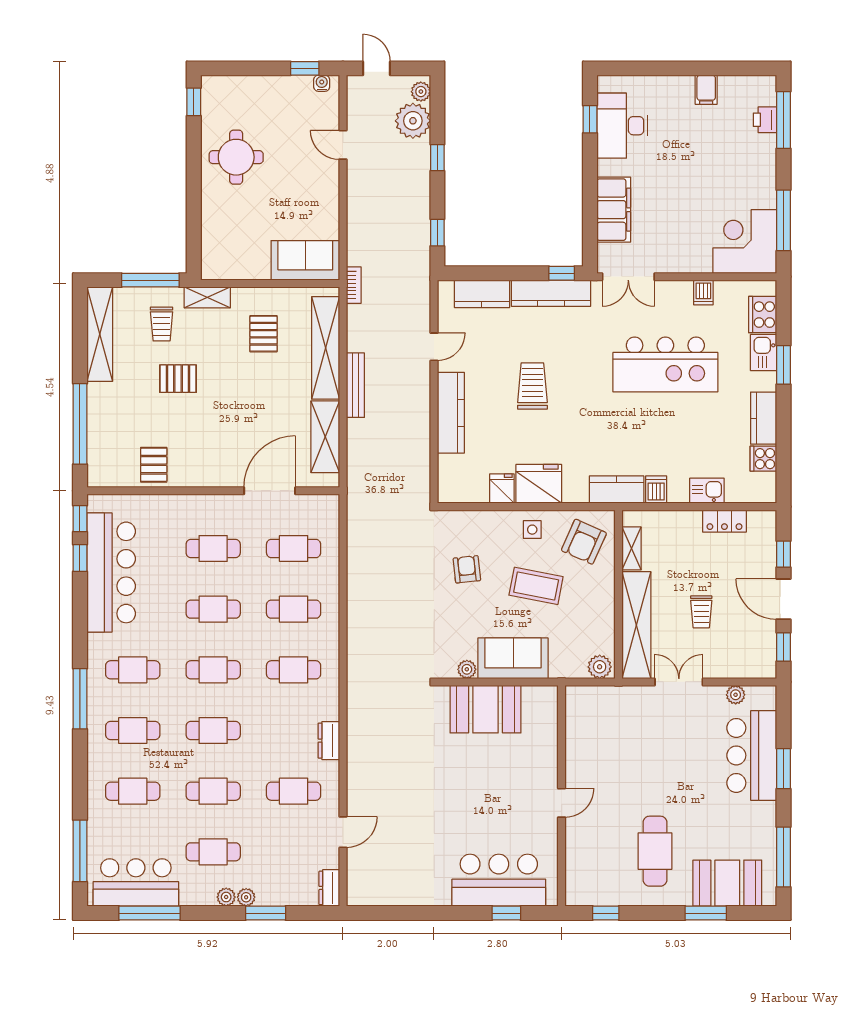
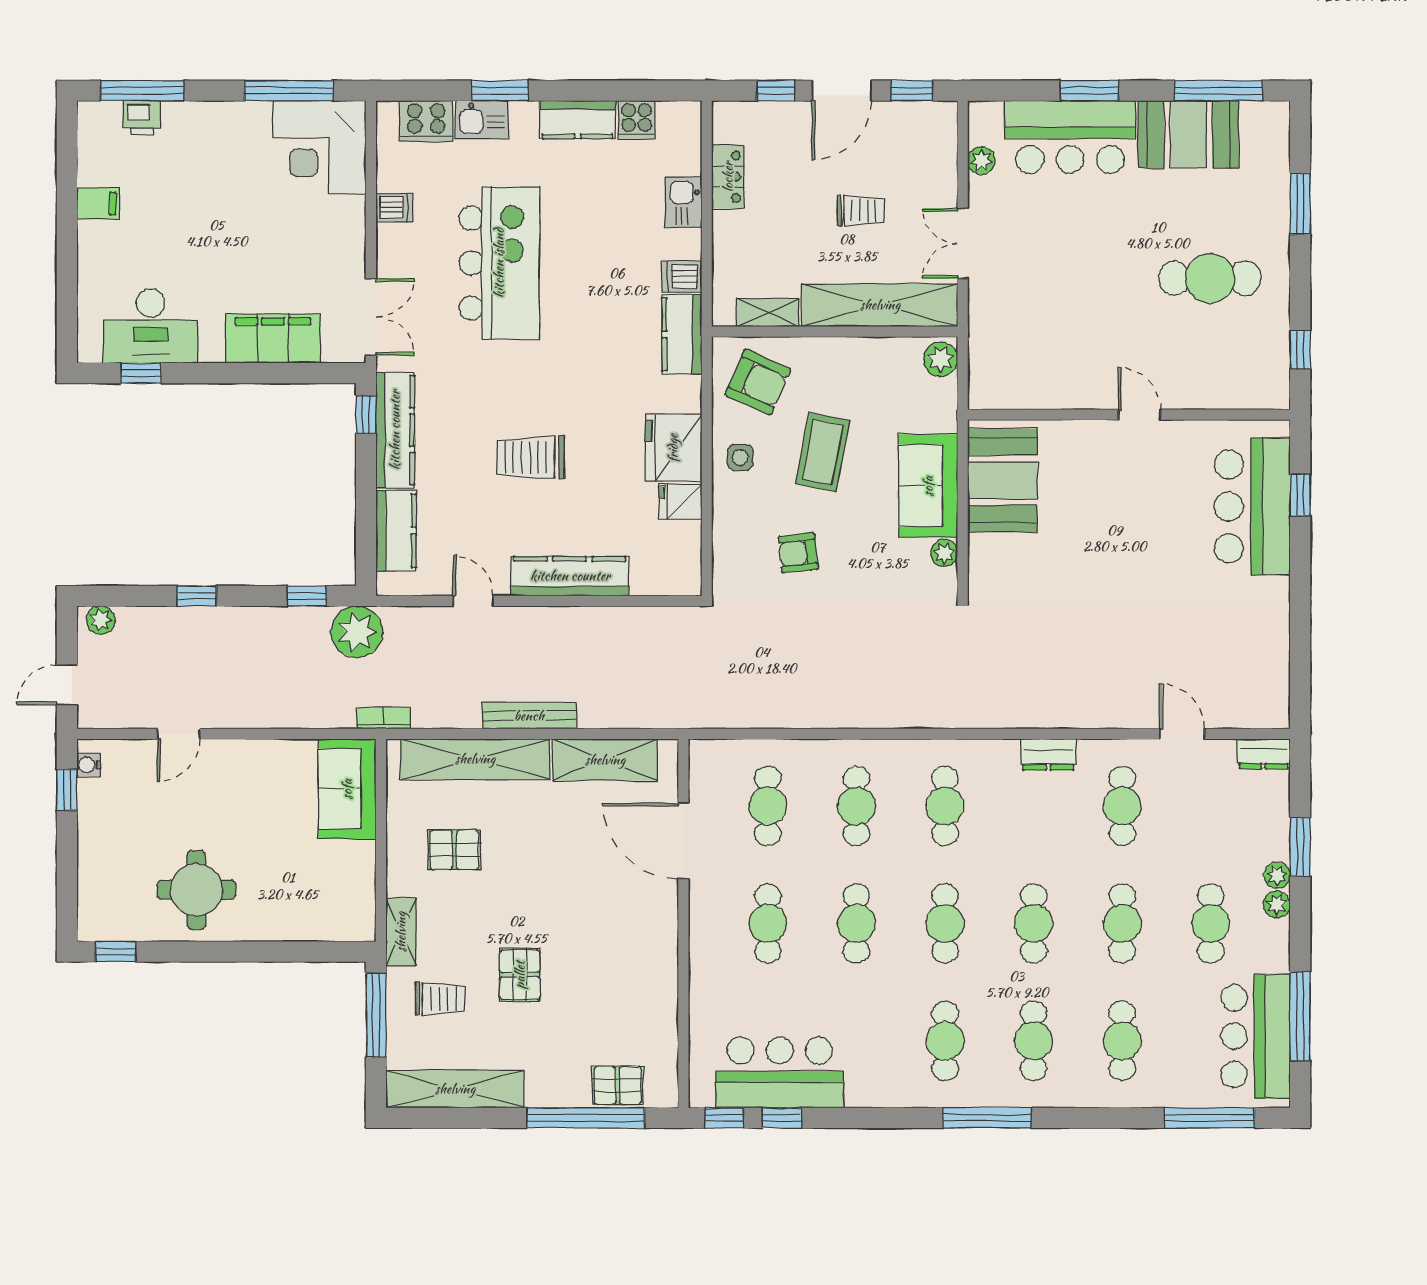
plant: (413, 121) -> (357, 632), moved
pallet: (154, 465) -> (618, 1085), moved
bar counter: (111, 572) -> (780, 1072), width x0.73
booth: (485, 709) -> (1002, 480), moved
booth: (727, 883) -> (1188, 134), moved, turned 90

